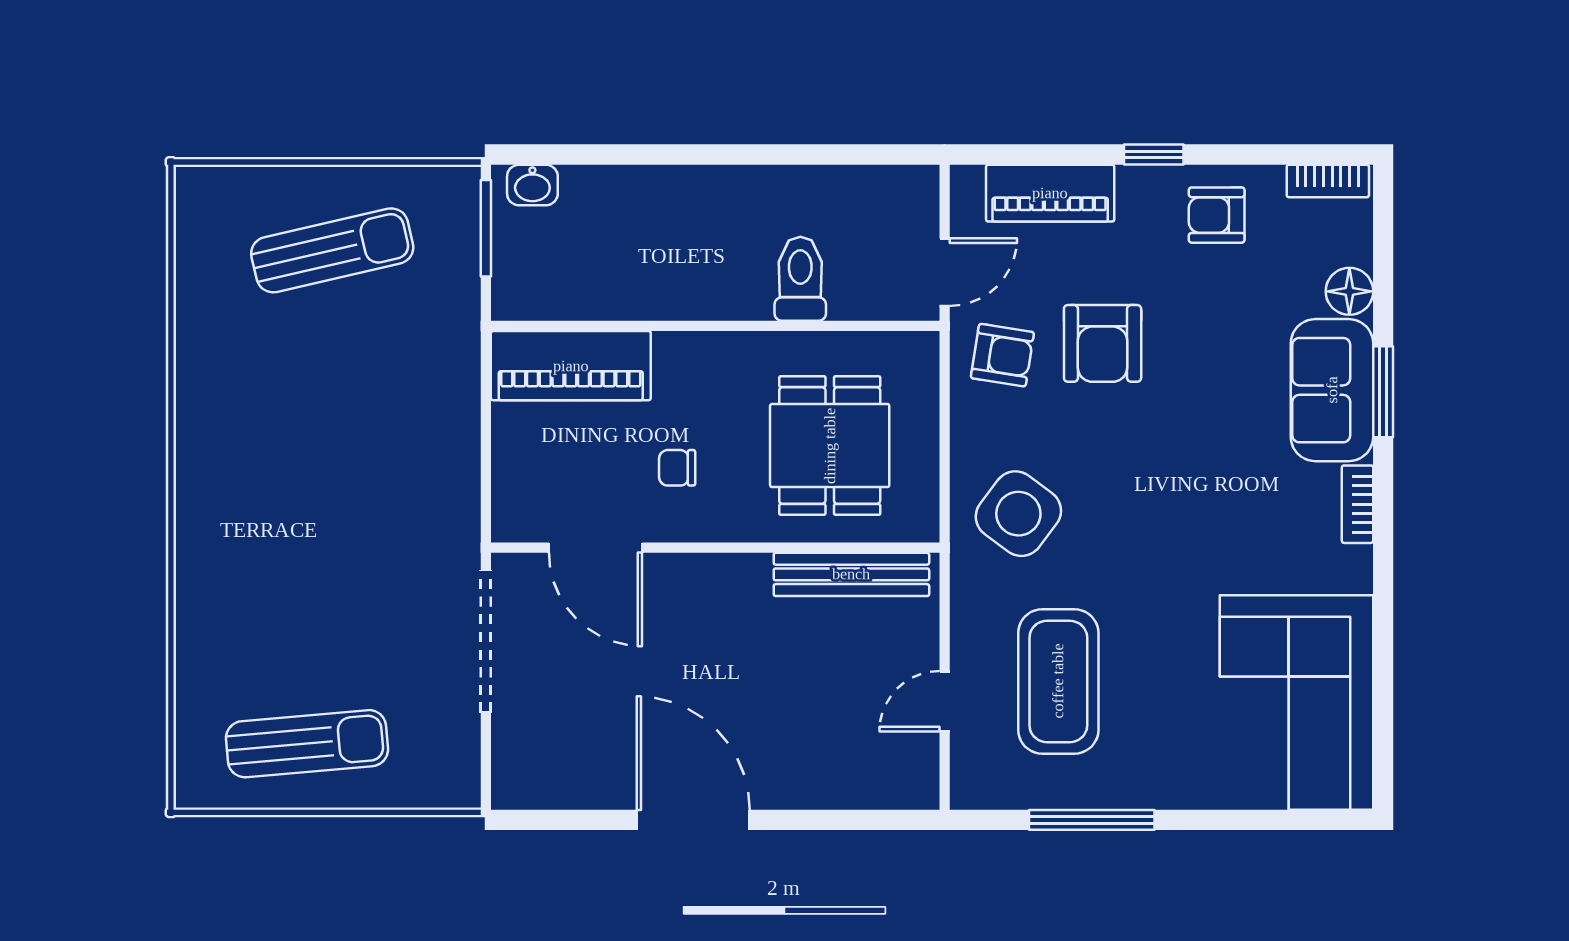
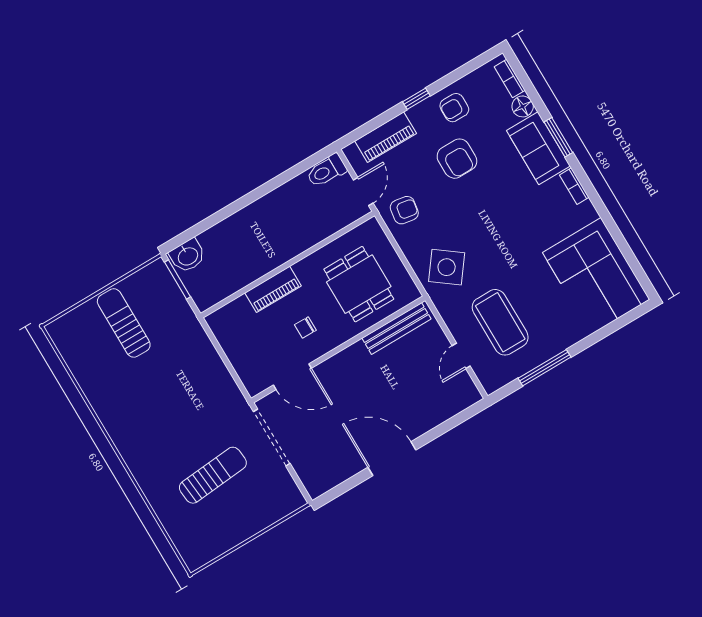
bookcase: (1328, 181) -> (510, 79), moved, turned 90
washbasin: (532, 185) -> (188, 256), width x1.38, depth x1.45
sun lounger: (332, 250) -> (124, 323), turned -77
toilet: (800, 279) -> (326, 171), moved, turned -90
armchair: (1103, 343) -> (457, 159), moved
piano: (571, 366) -> (273, 289), moved, width x0.73, depth x0.75
sun lounger: (307, 744) -> (213, 475), moved

